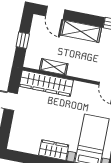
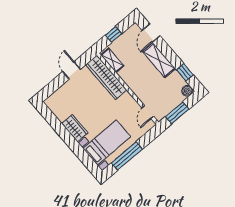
shelving: (54, 67) -> (112, 60), moved

